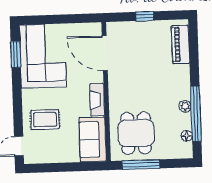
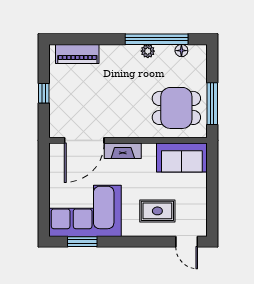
fireplace: (97, 100) -> (123, 151), moved
rug: (45, 120) -> (157, 211), turned 90

